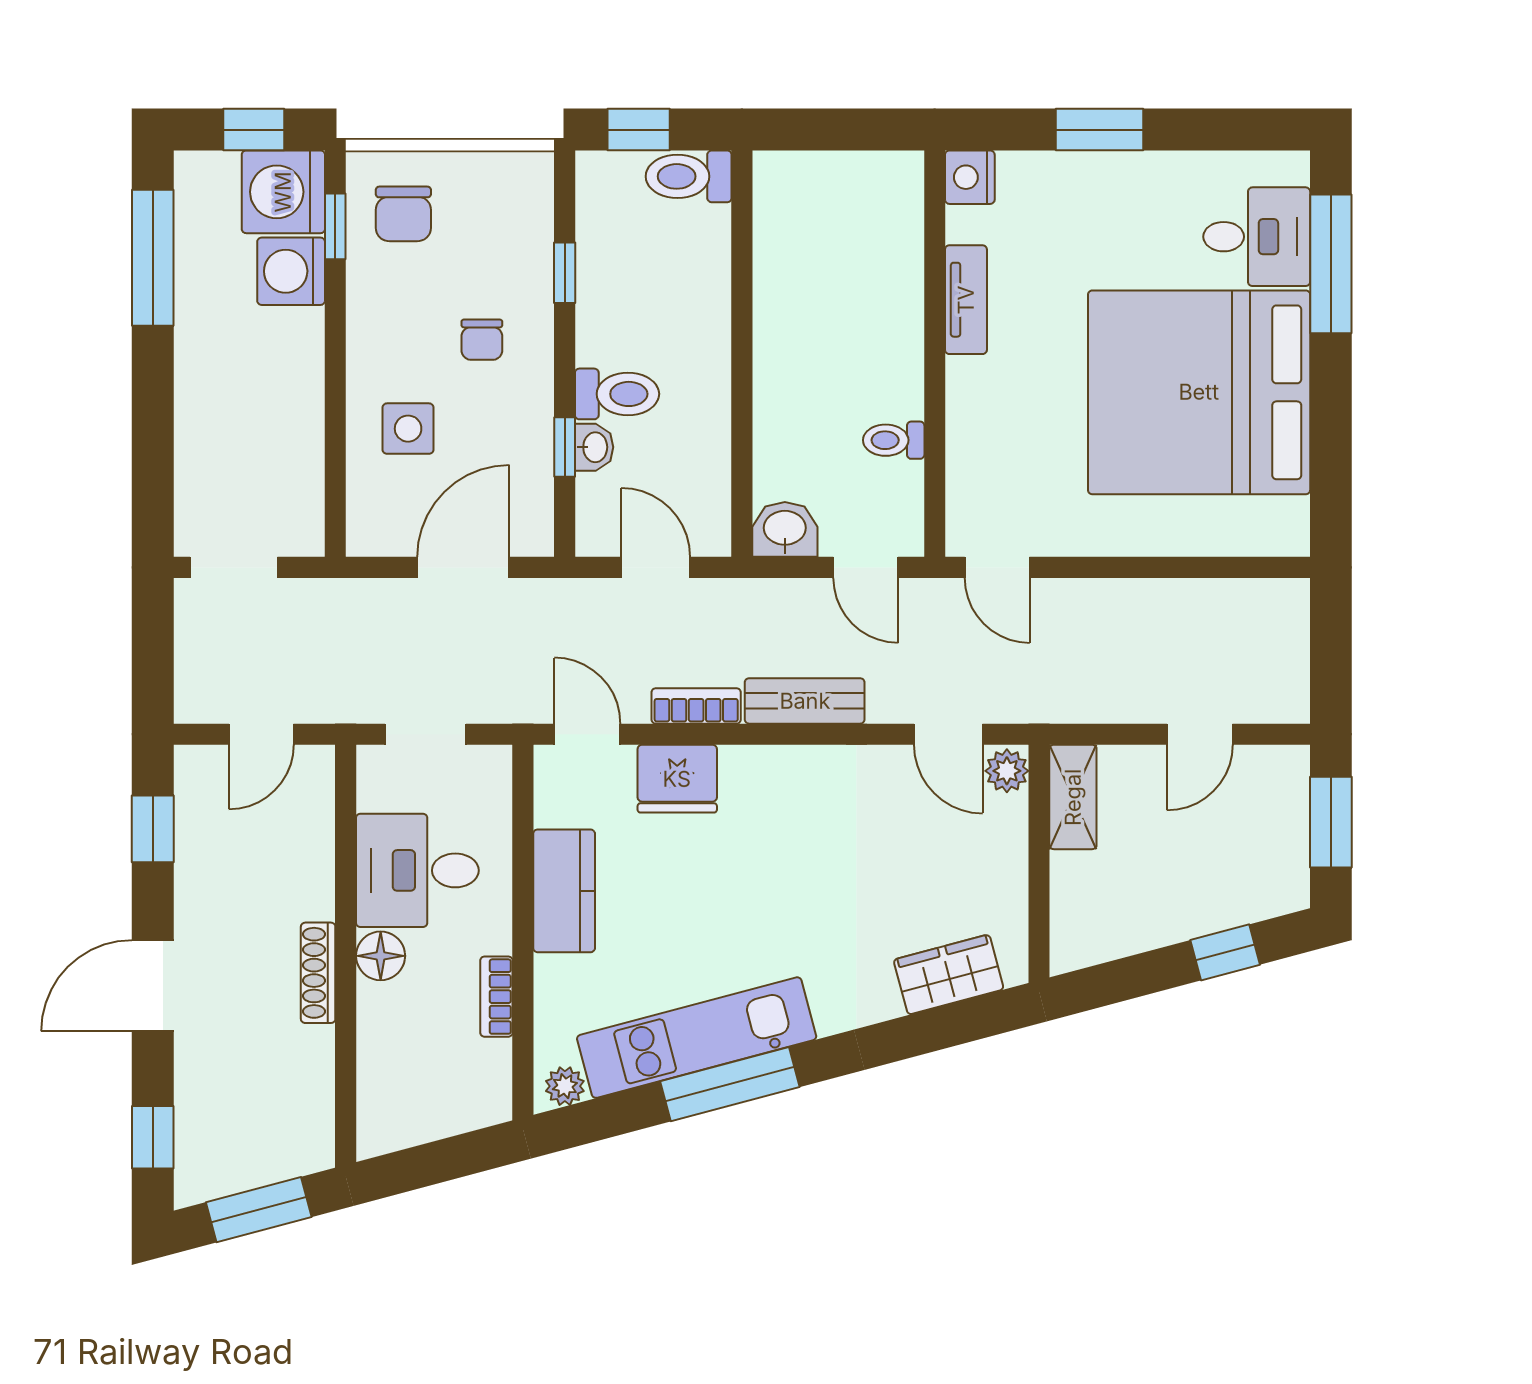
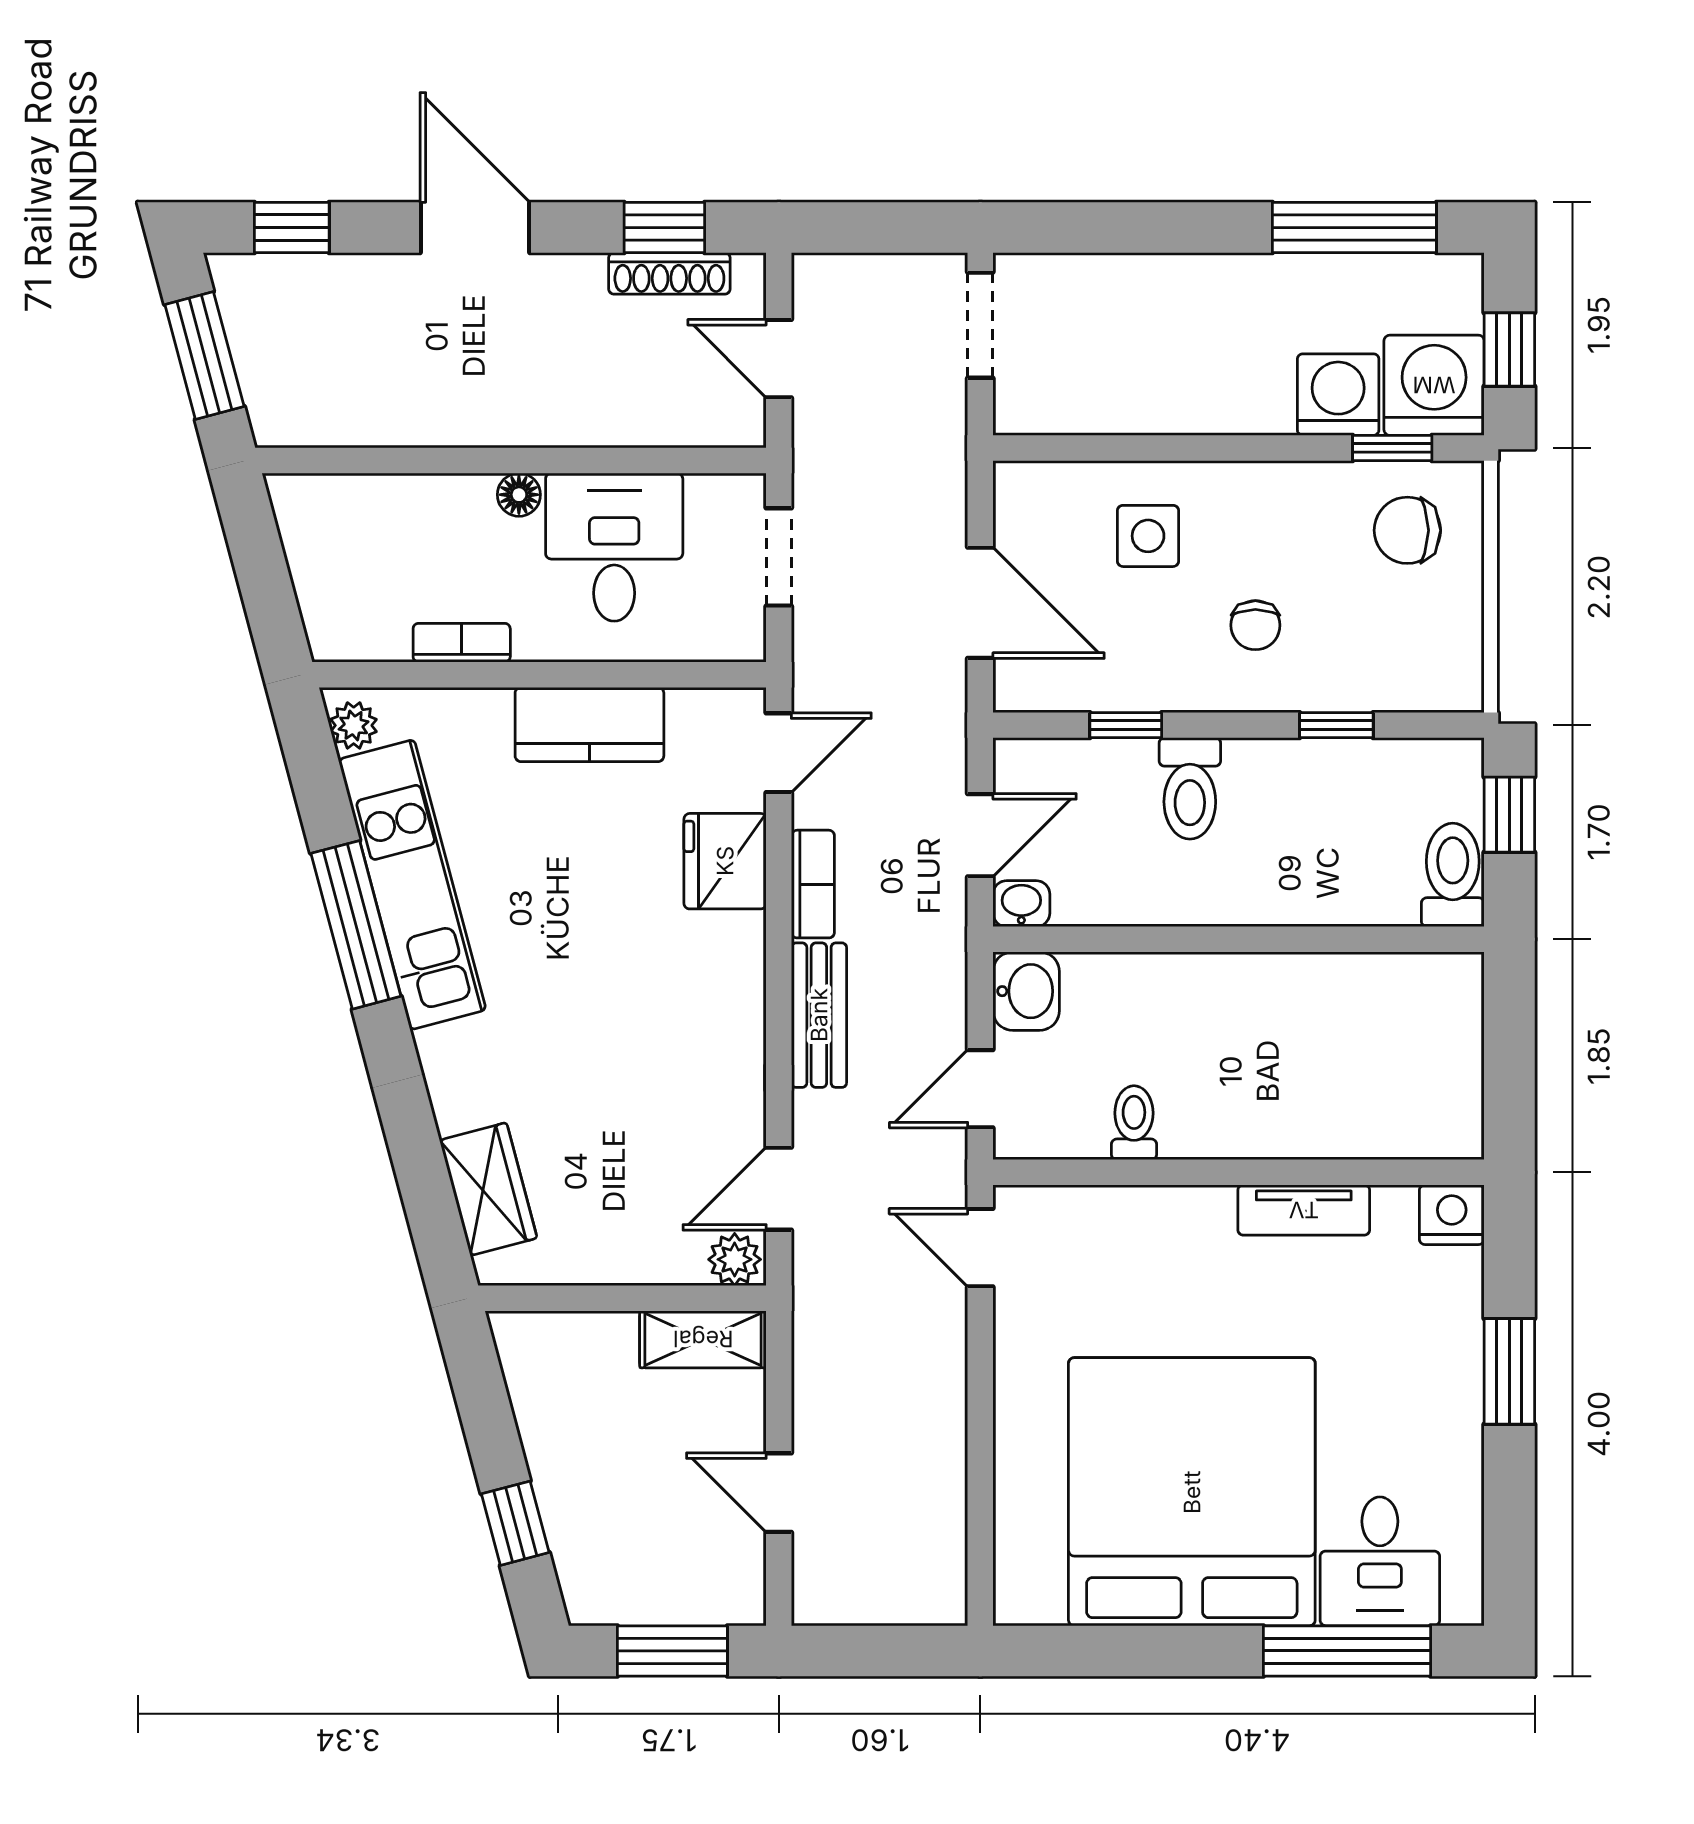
chair: (482, 340) -> (1255, 625), turned -90
washbasin: (594, 447) -> (1021, 904), moved, turned 180
door: (997, 567) -> (980, 1248), hinge flipped
floor lamp: (381, 956) -> (519, 495), width x0.73, depth x0.73
shoe rack: (318, 973) -> (669, 273), moved, turned 180

